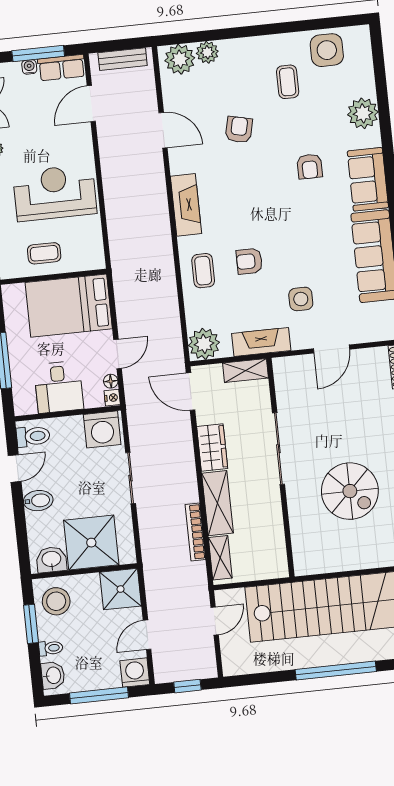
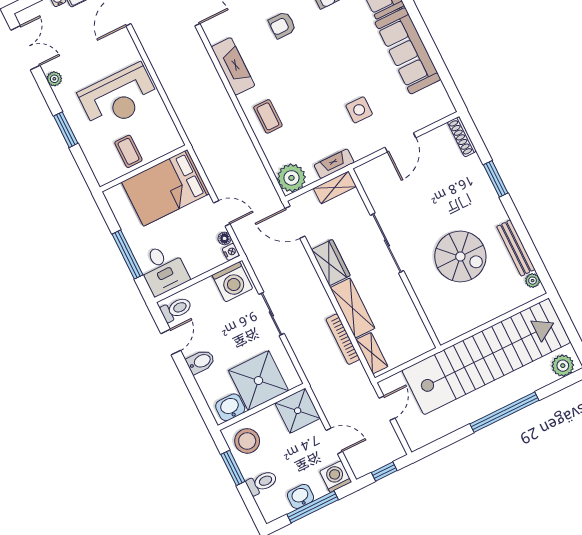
reception desk: (55, 193) -> (119, 97), turned 180
coffee table: (44, 253) -> (128, 151), turned 90
armchair: (249, 261) -> (282, 25), moved
fireplace: (261, 342) -> (334, 164), width x0.73, depth x0.76
door: (118, 354) -> (222, 213), hinge flipped
desk: (59, 387) -> (163, 269), moved
door: (147, 635) -> (334, 441), swing flipped
toilet: (51, 648) -> (262, 483), width x1.37, depth x1.39
washbasin: (53, 675) -> (300, 496), moved, turned -90

